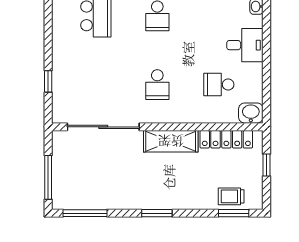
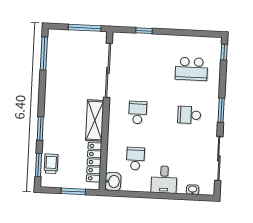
school desk: (157, 85) -> (138, 112), turned 90
window: (266, 165) -> (73, 191), width x1.50
window: (48, 177) -> (85, 28), moved
window: (157, 213) -> (40, 129), moved

